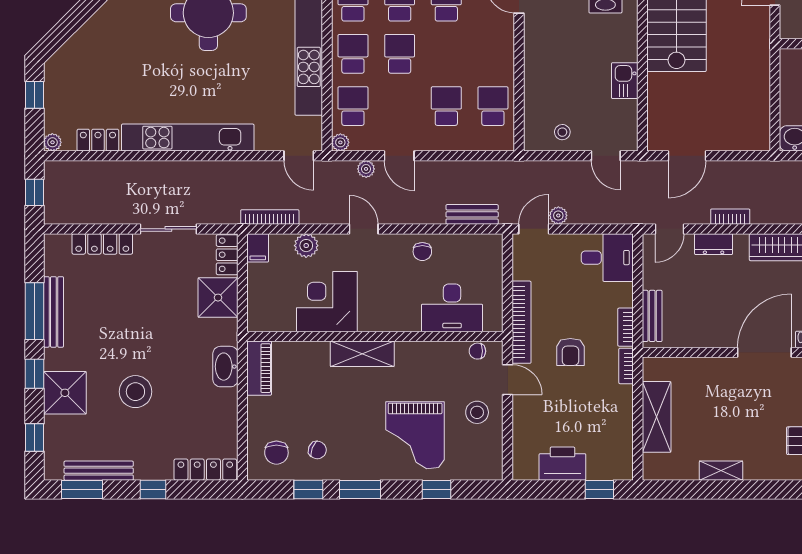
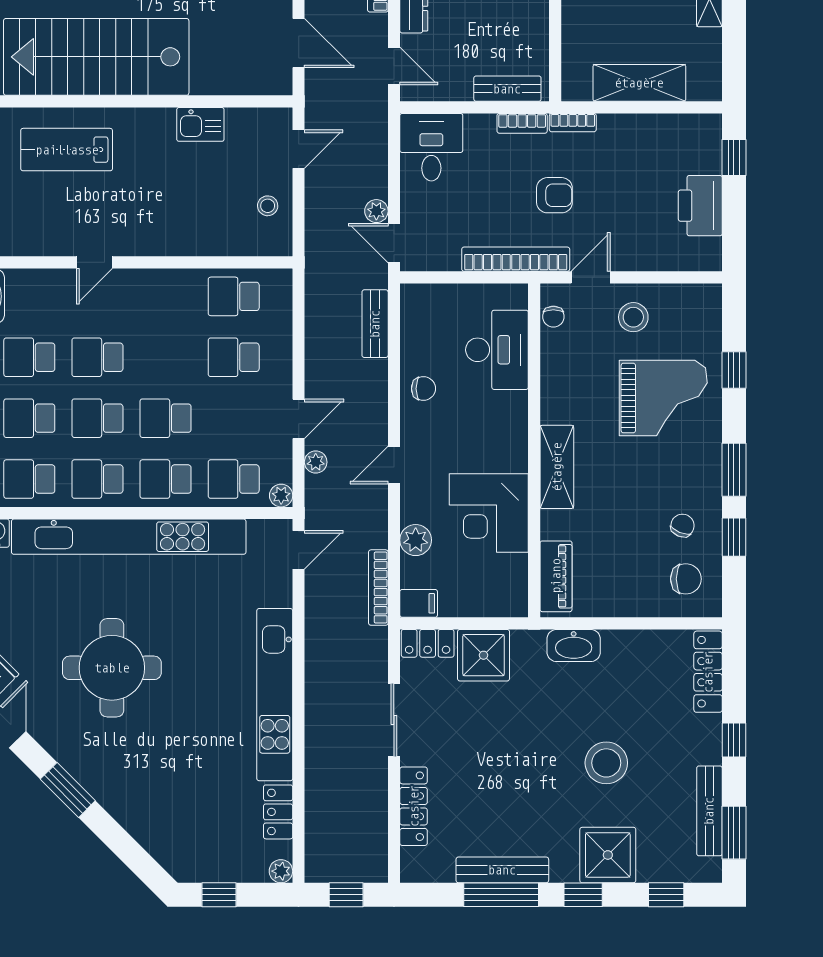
piano: (259, 368) -> (556, 576), moved, turned 90

